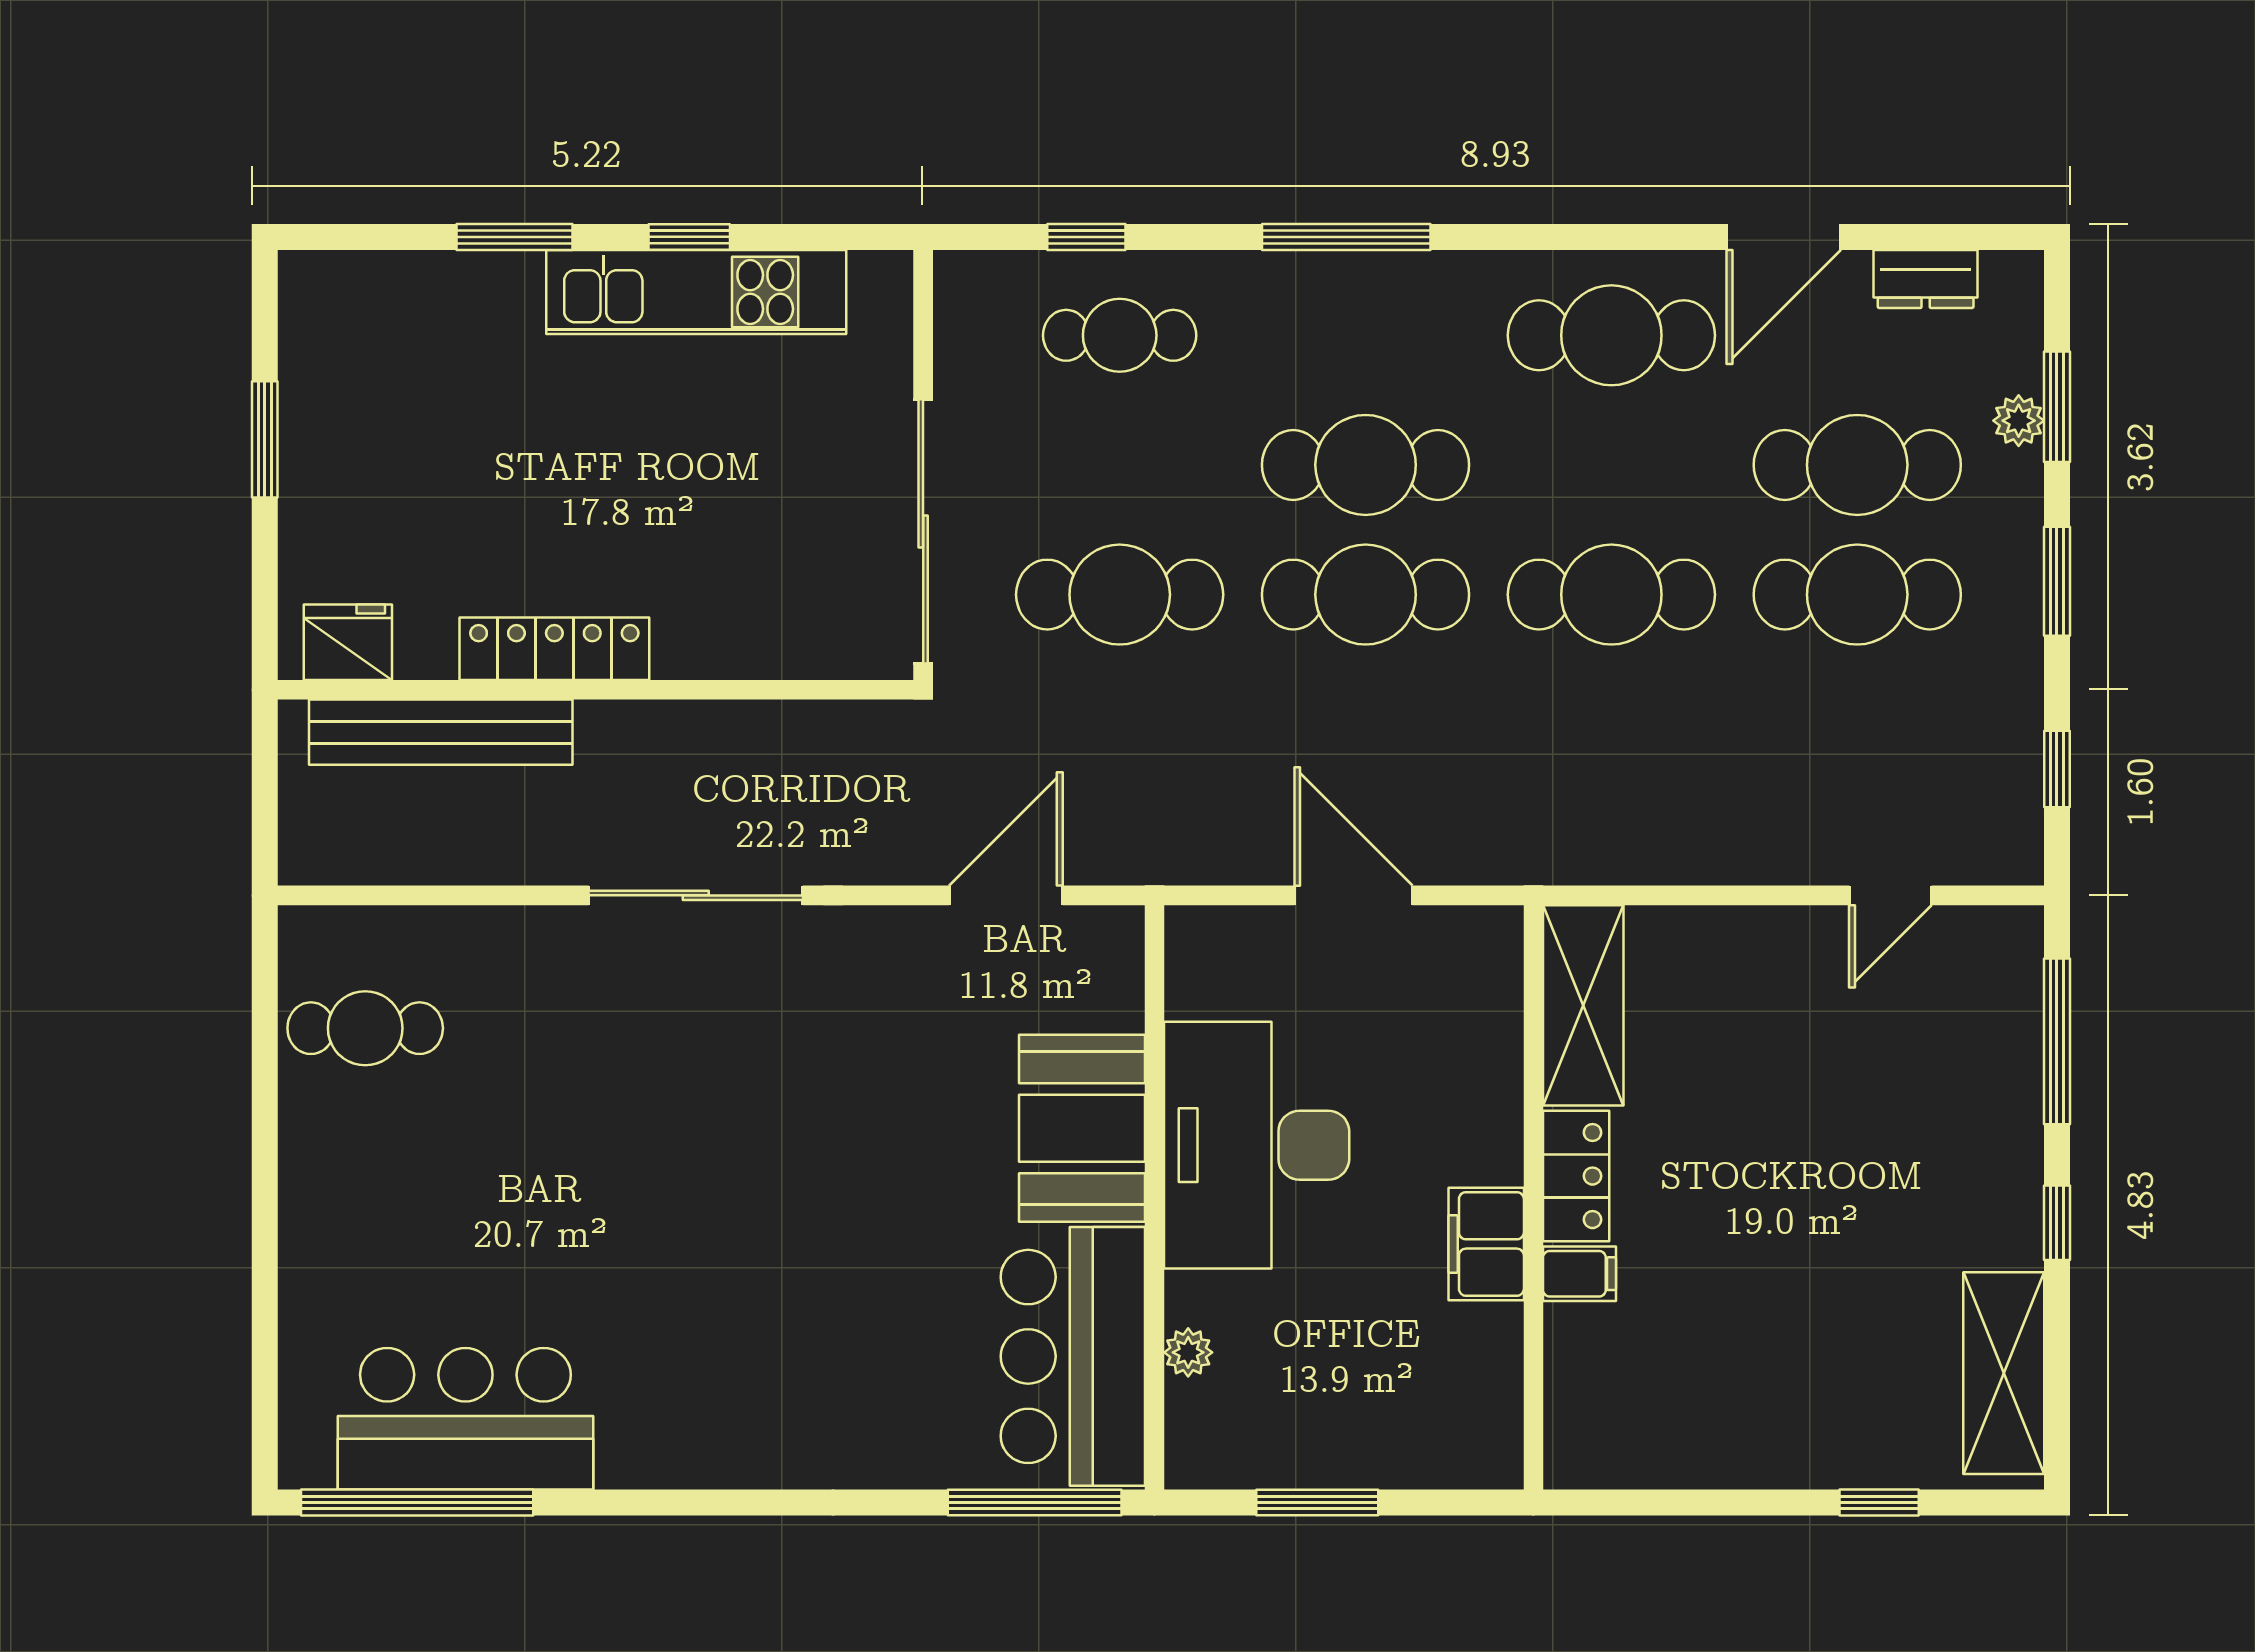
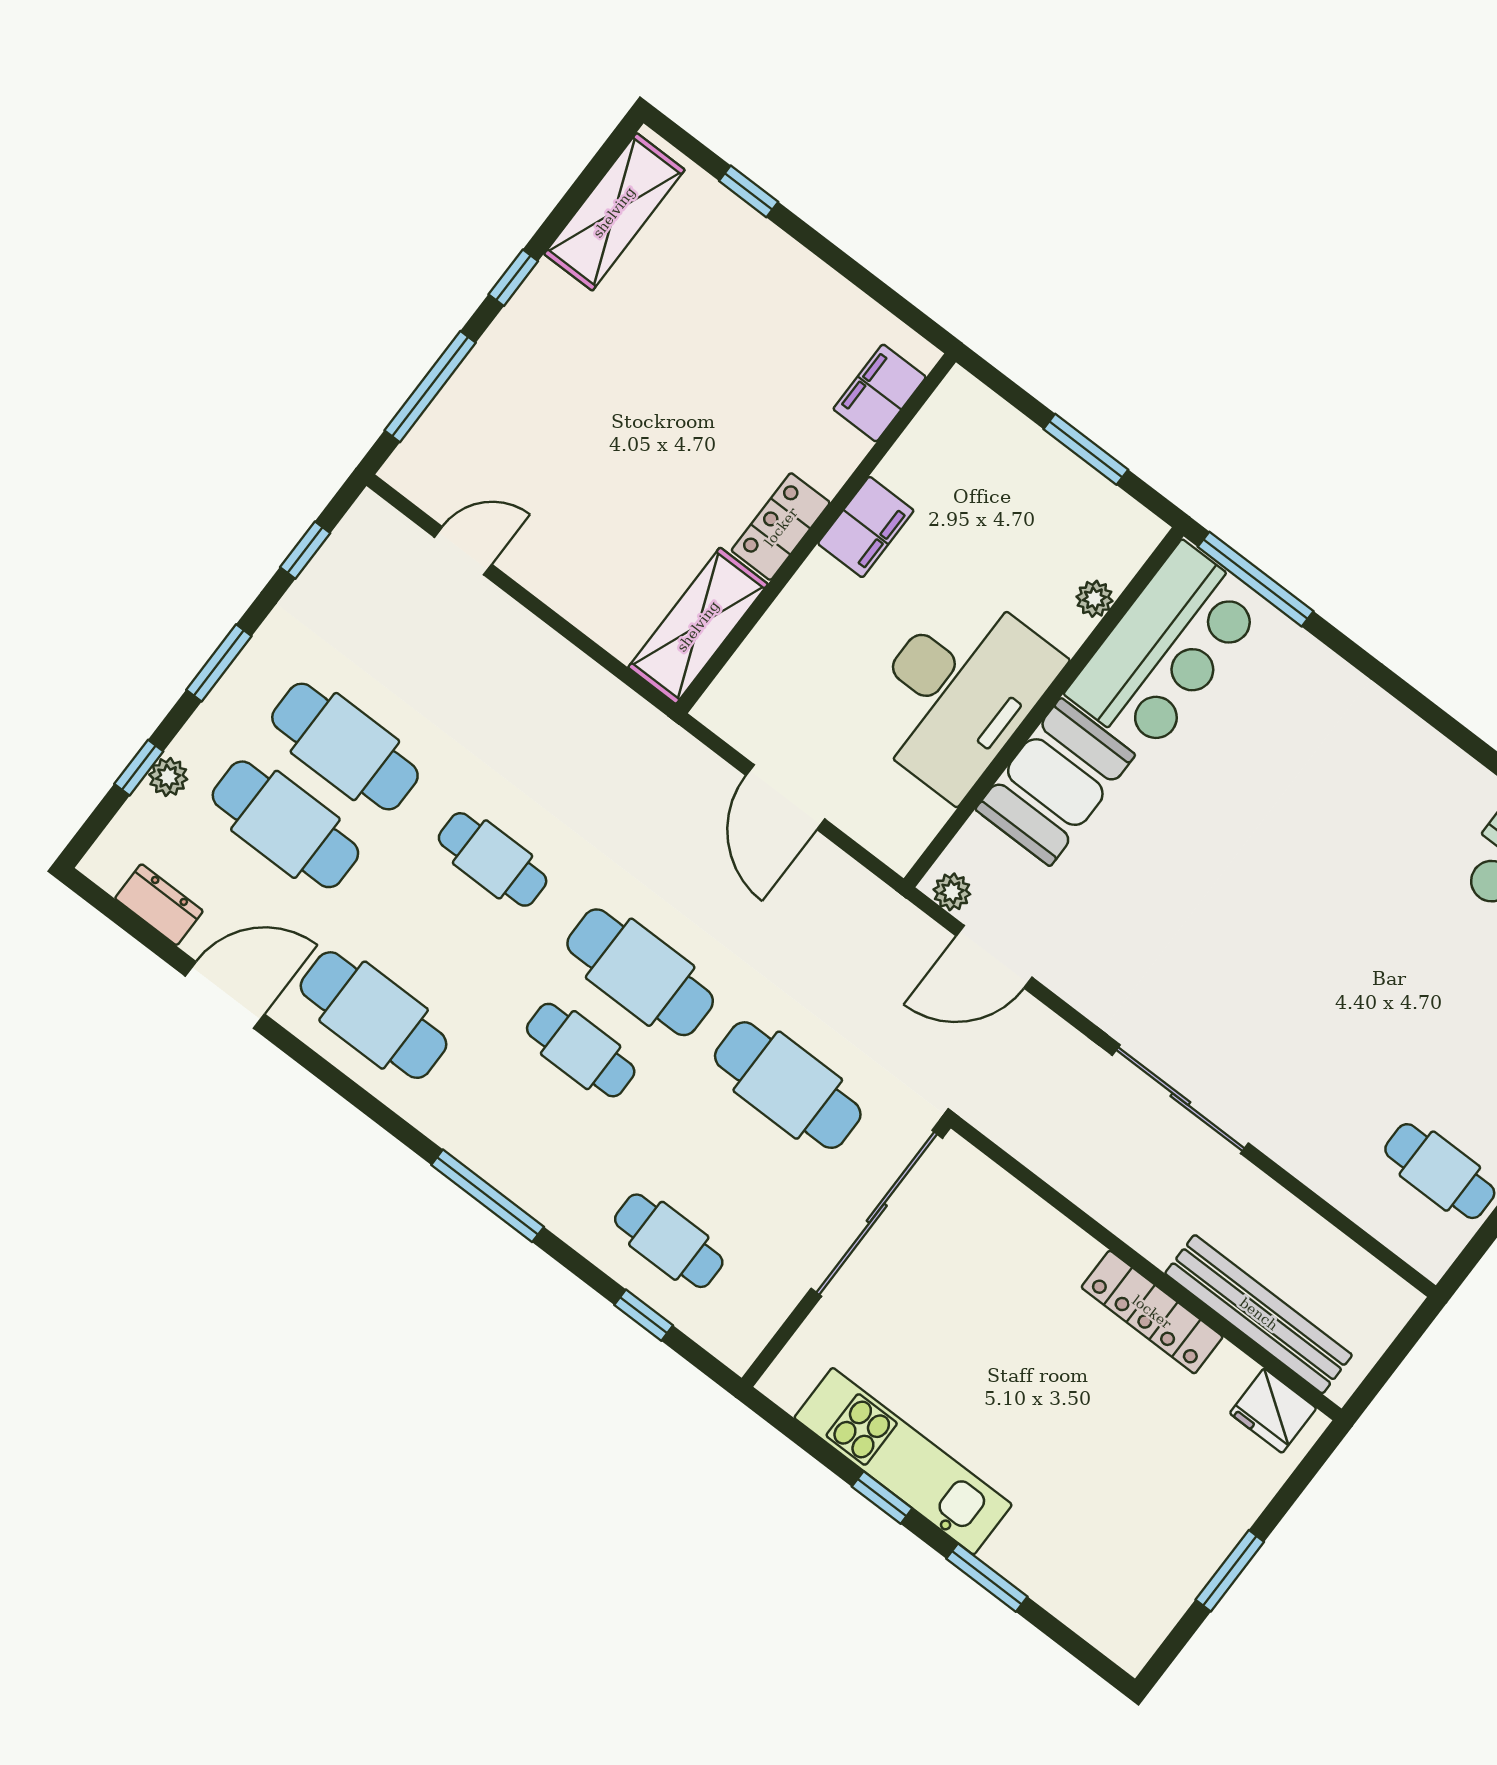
window: (2057, 407) -> (139, 768), width x0.67
cafe table: (1366, 465) -> (581, 1050), width x0.73, depth x0.74
cafe table: (1611, 595) -> (493, 859), width x0.73, depth x0.74
plant: (1102, 930) -> (952, 892), added
filing cabinet: (1579, 1274) -> (880, 393), moved, width x2.00

